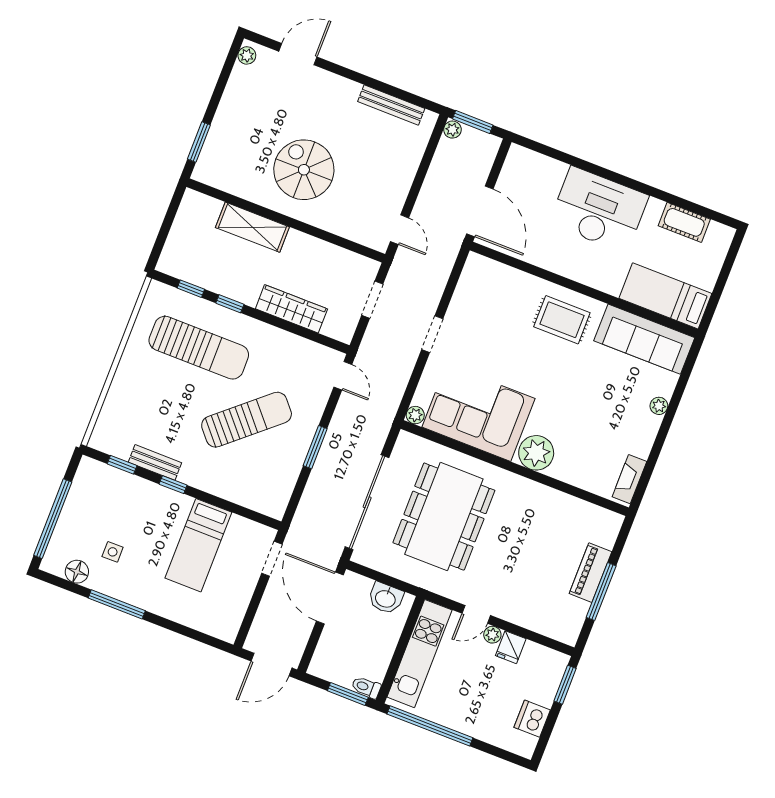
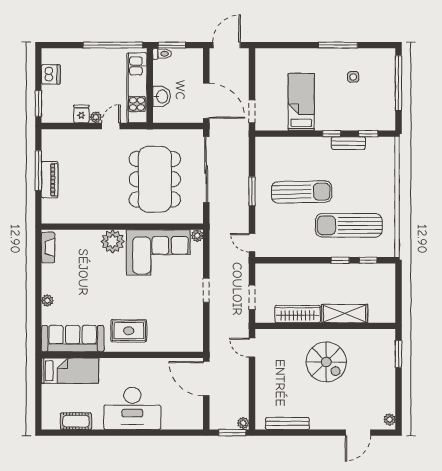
wardrobe: (291, 309) -> (298, 314), moved, turned 180
sun lounger: (247, 420) -> (302, 192), turned -140
floor lamp: (77, 572) -> (371, 56), removed
washbasin: (386, 598) -> (162, 96), moved, turned 90

